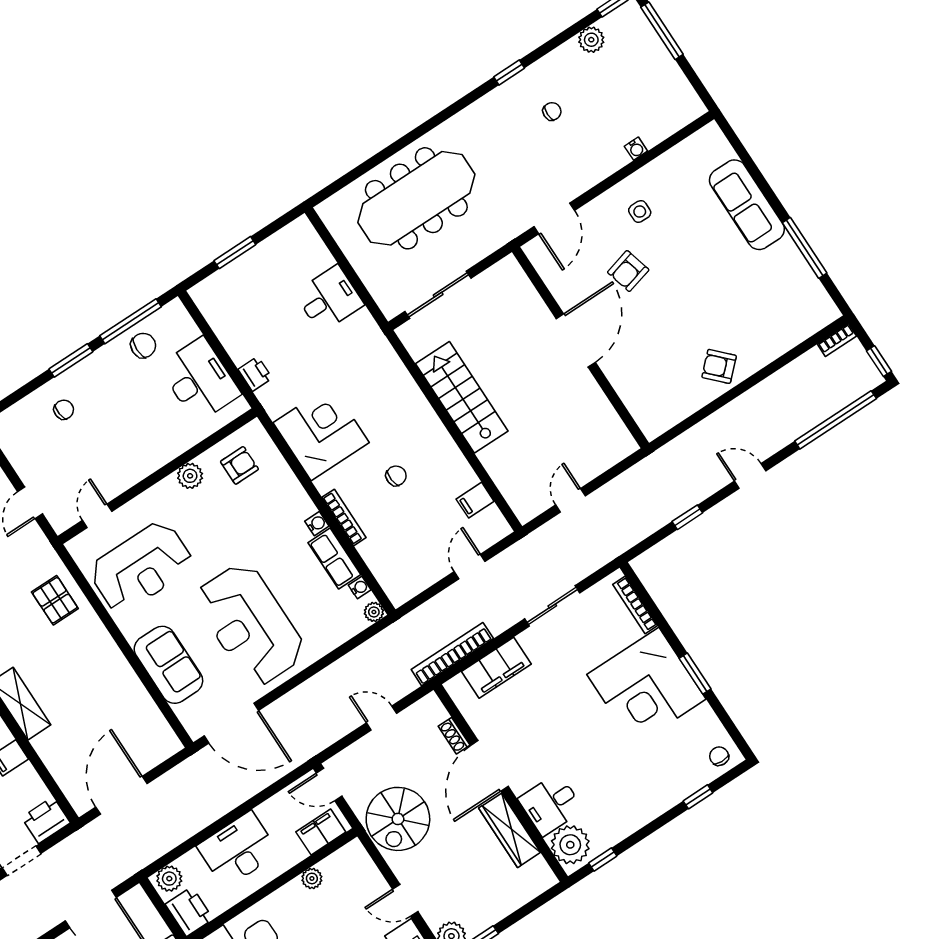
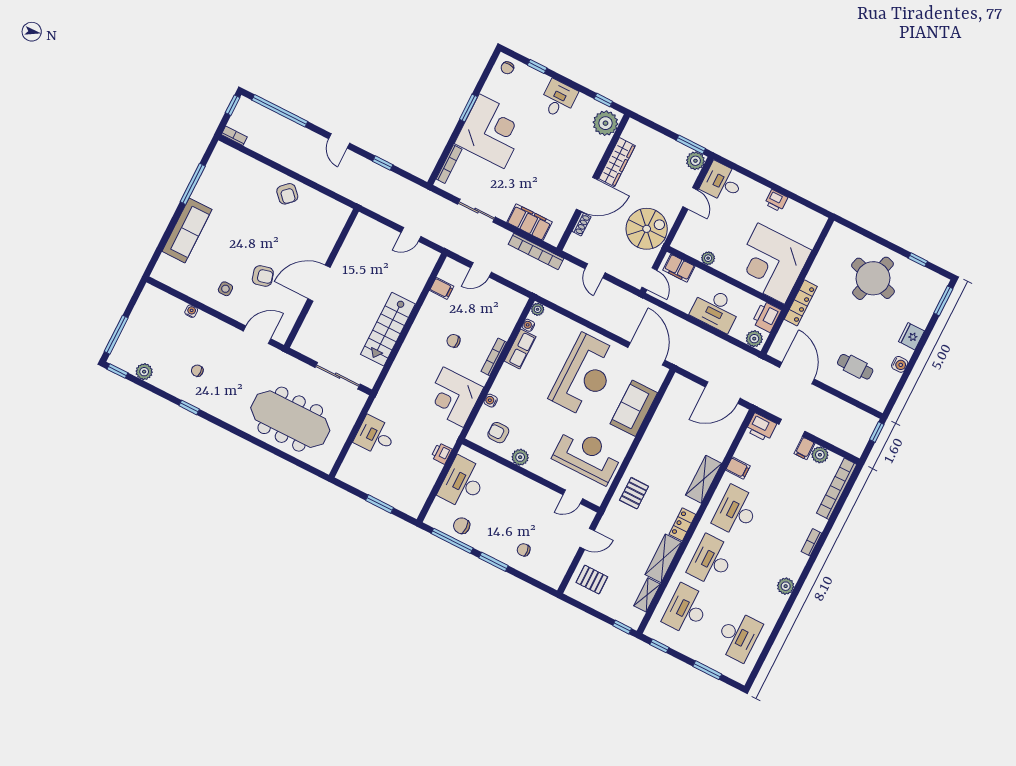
water cooler: (317, 524) -> (491, 401), moved
desk: (551, 804) -> (558, 99), moved, turned -90

